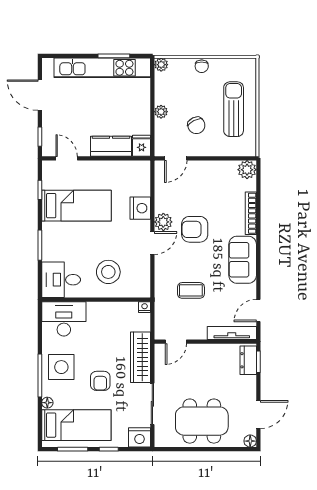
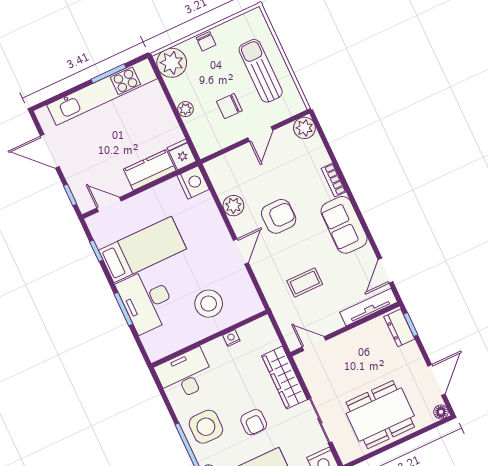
plant: (161, 65) -> (172, 63), width x1.87, depth x1.87
chair: (196, 125) -> (229, 106), turned 117
door: (176, 158) -> (260, 134), moved
nightstand: (140, 208) -> (193, 182), moved
bookcase: (251, 213) -> (334, 180), width x0.64
plant: (163, 222) -> (233, 206), moved
armchair: (195, 229) -> (279, 216), turned 180
desk: (61, 280) -> (147, 301), moved, width x1.37
nightstand: (145, 307) -> (231, 338), moved
door: (176, 342) -> (314, 344), swing flipped

